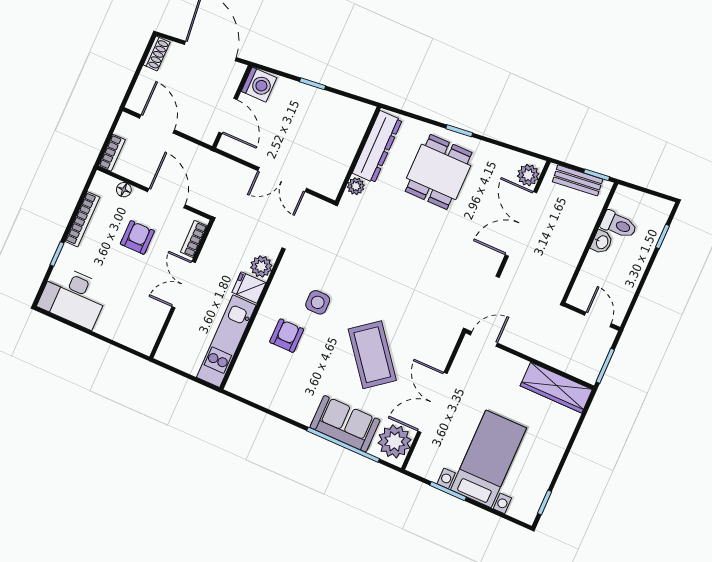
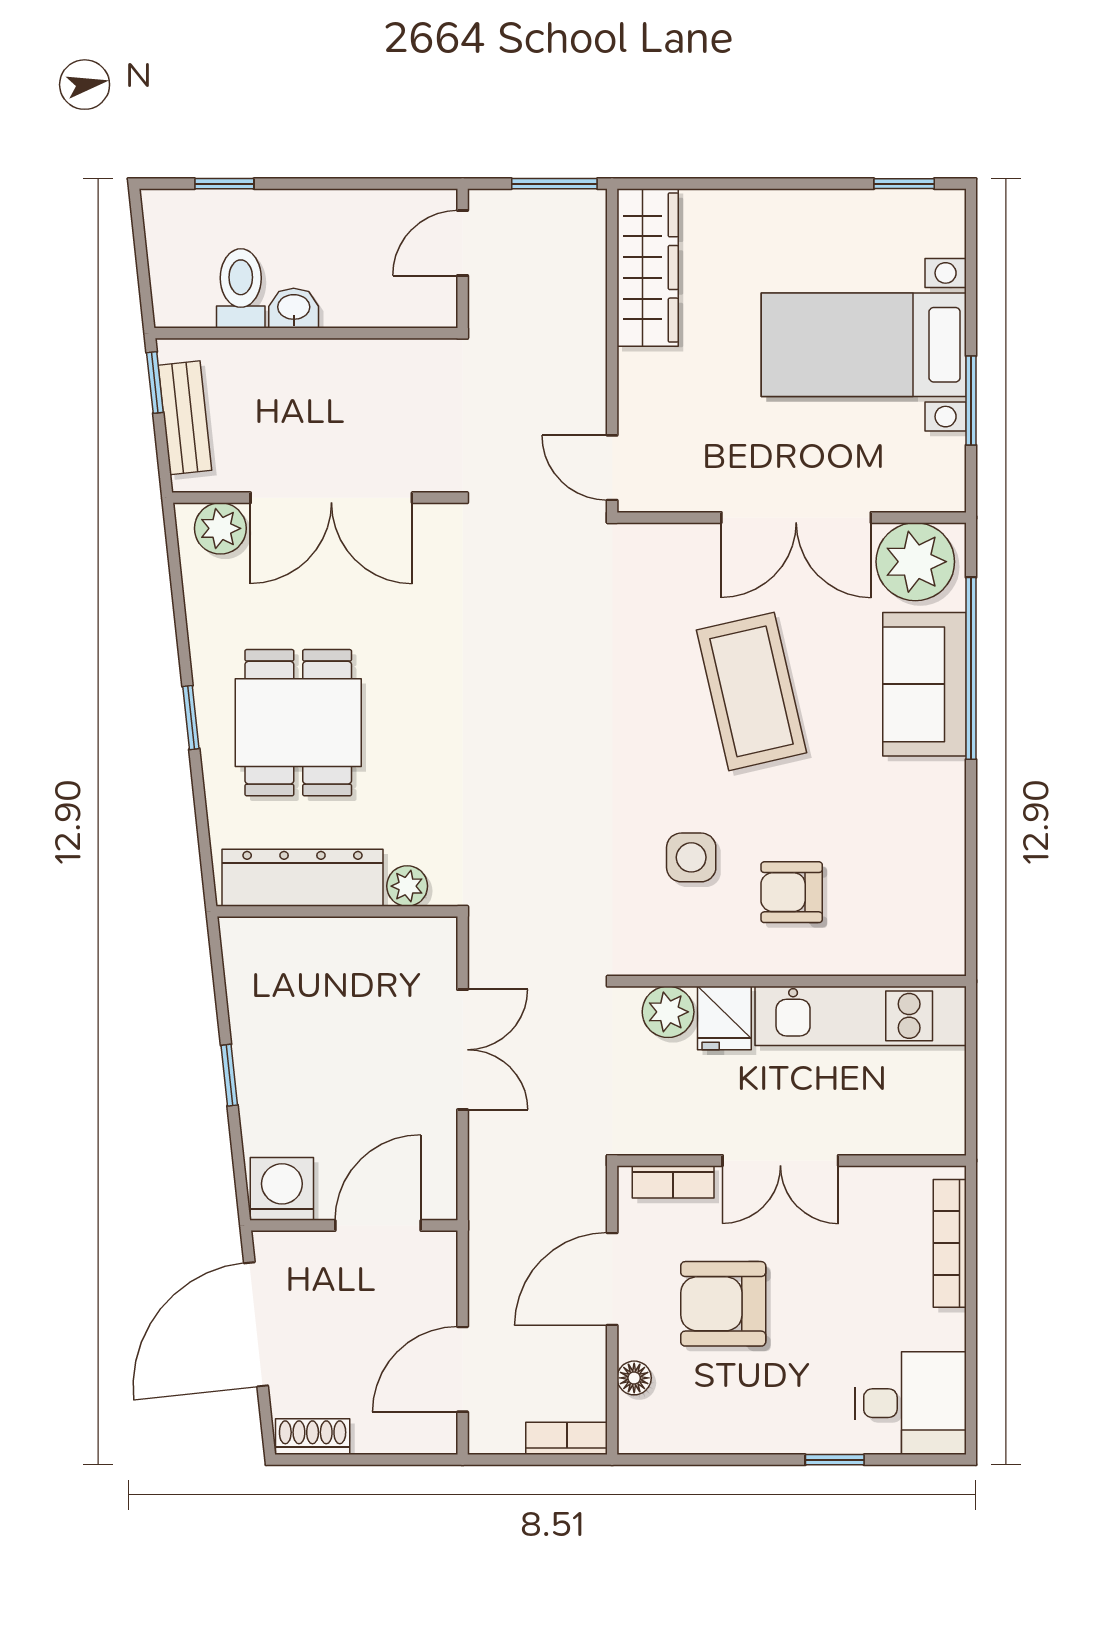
dining table: (439, 172) -> (298, 723), turned 90
bookcase: (82, 219) -> (950, 1243), moved, turned -90
armchair: (137, 237) -> (723, 1304), width x1.38, depth x1.38
desk: (74, 297) -> (910, 1403), width x0.73
coffee table: (372, 355) -> (751, 691), turned -65

